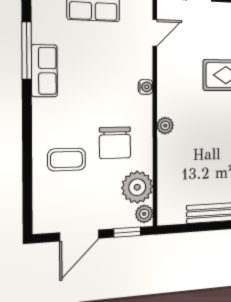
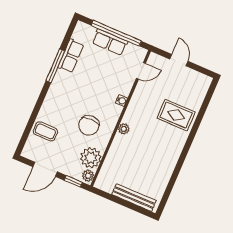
window: (27, 51) -> (55, 66), moved
row of seats: (44, 71) -> (71, 56), moved
coffee table: (67, 160) -> (45, 131), moved

